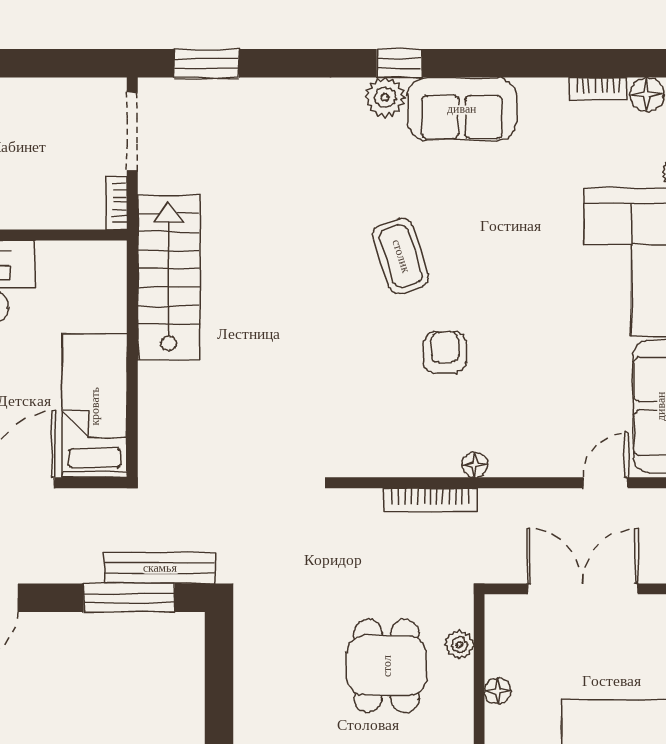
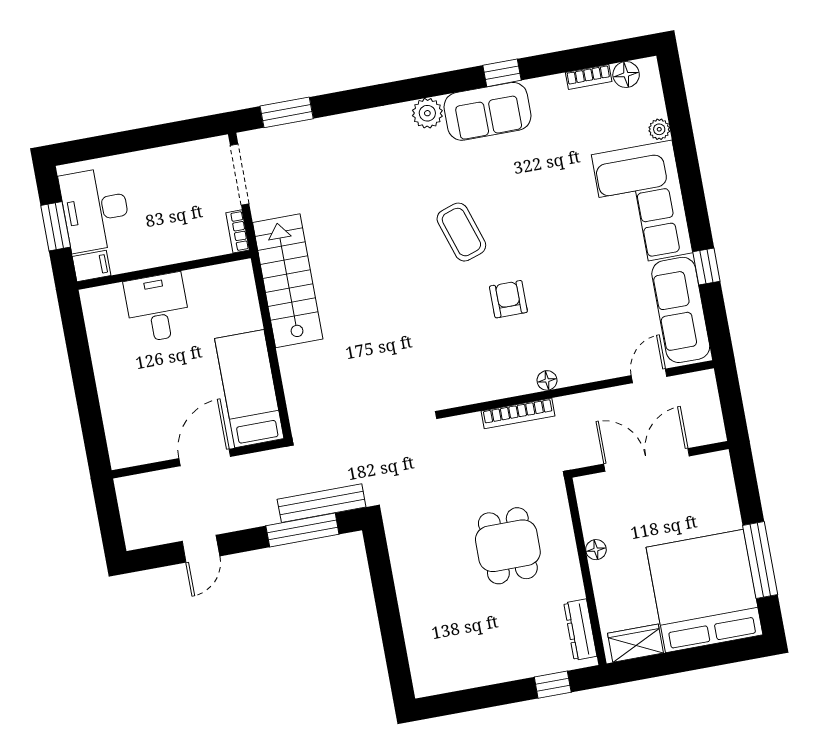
window: (399, 63) -> (502, 73), moved
plant: (459, 645) -> (560, 520), removed

